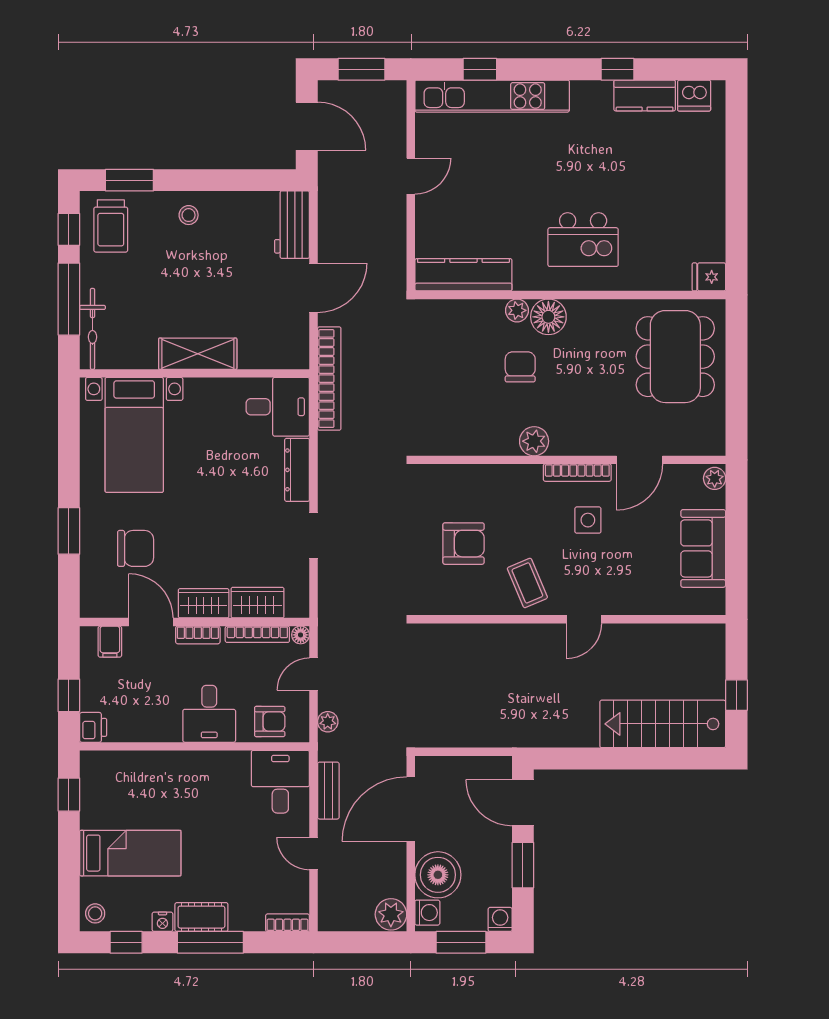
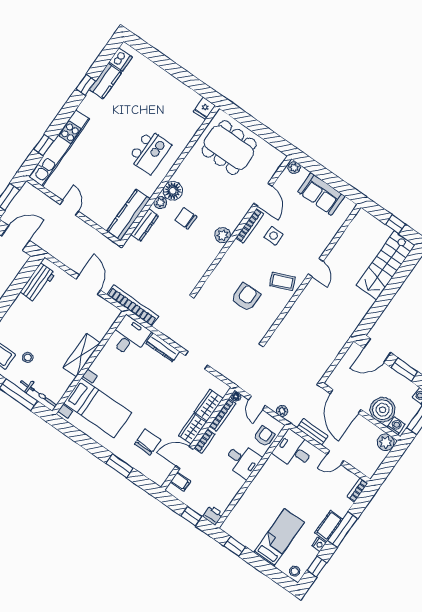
stool: (189, 215) -> (28, 357), moved
workbench: (292, 225) -> (38, 283), moved, turned -90
dresser: (465, 311) -> (145, 225), added

